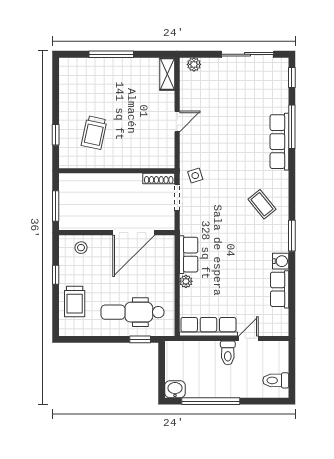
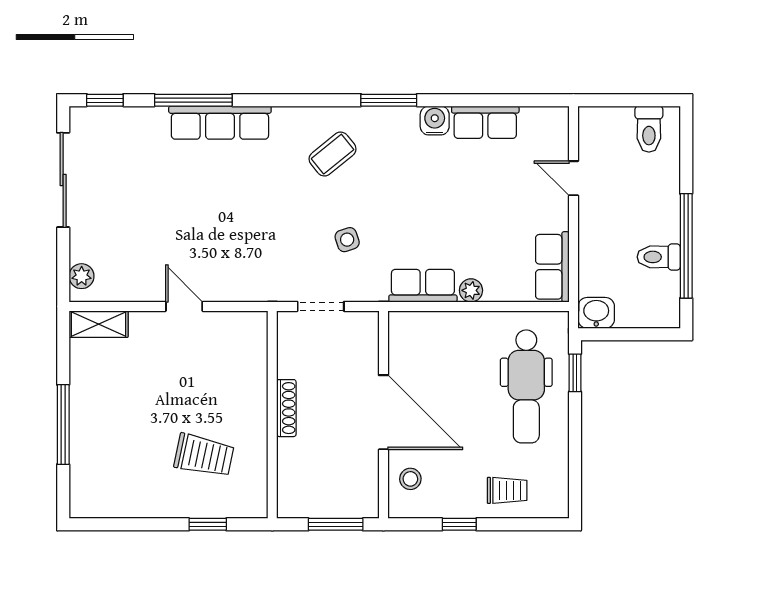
side table: (195, 176) -> (347, 240), moved
shoe rack: (159, 179) -> (286, 408), moved
door: (134, 233) -> (383, 412), moved
trolley: (75, 301) -> (507, 490), width x0.73, depth x0.72
row of seats: (208, 327) -> (552, 267), width x0.68
toilet: (228, 353) -> (659, 257), moved, turned 180
washbasin: (175, 389) -> (596, 313), moved, turned 90

